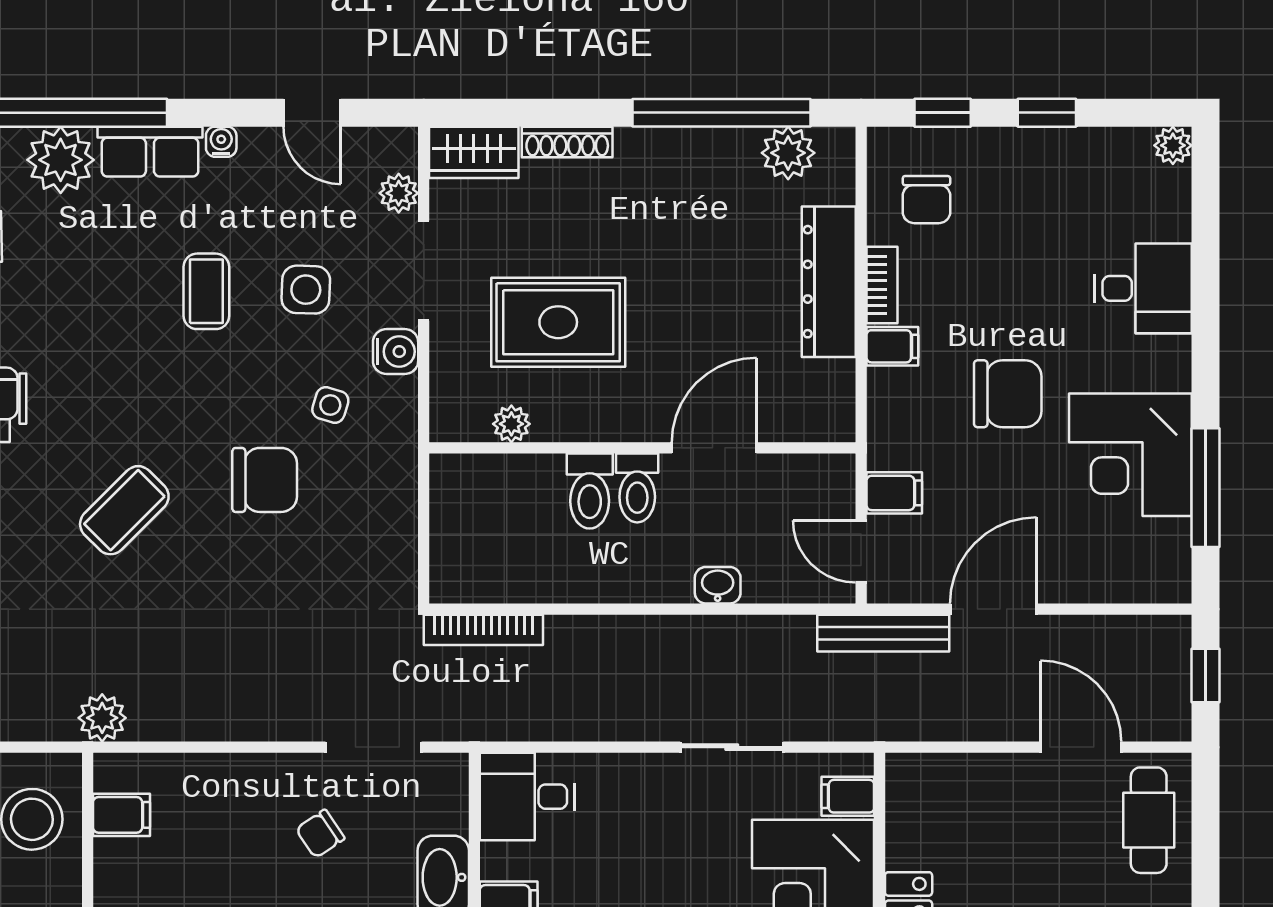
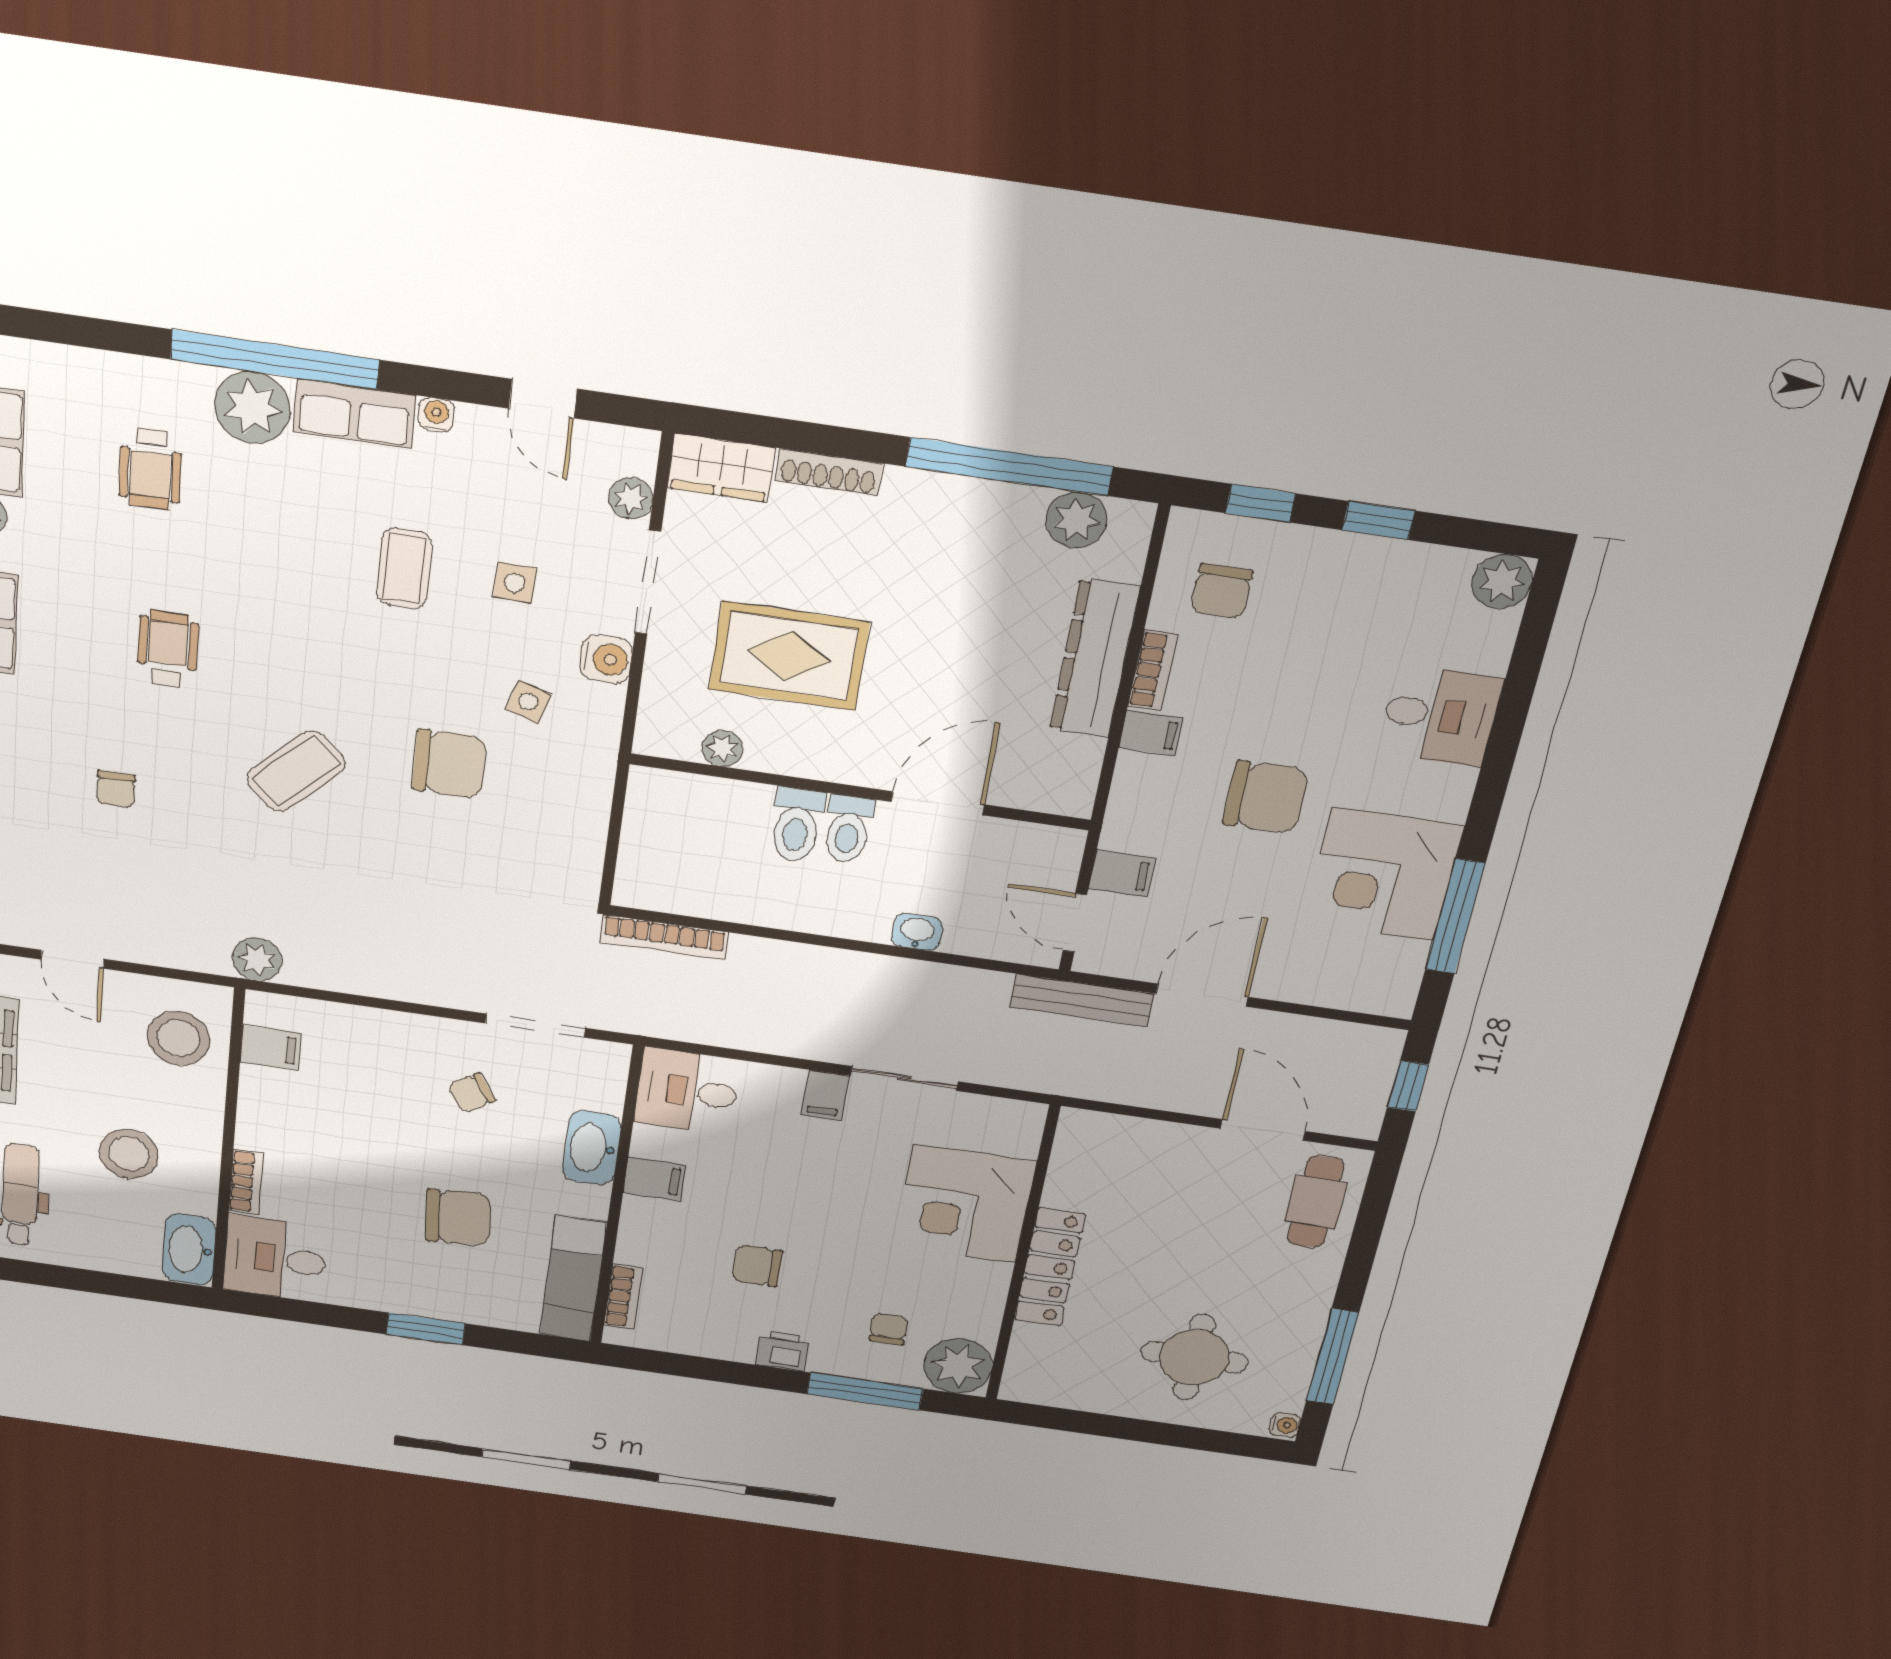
plant: (1173, 145) -> (1502, 581), width x1.38, depth x1.38
side table: (306, 290) -> (515, 583), width x0.73, depth x0.73
filing cabinet: (848, 796) -> (825, 1095), moved, turned -90

